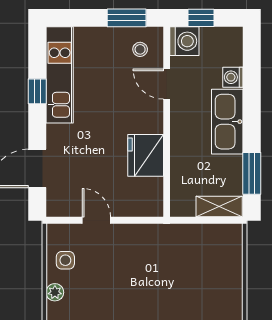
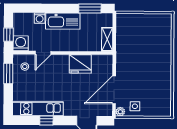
shelving: (219, 207) -> (107, 39), moved
door: (96, 220) -> (114, 90), width x1.87
plant: (55, 292) -> (120, 112), moved

